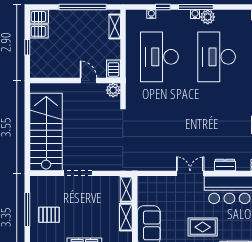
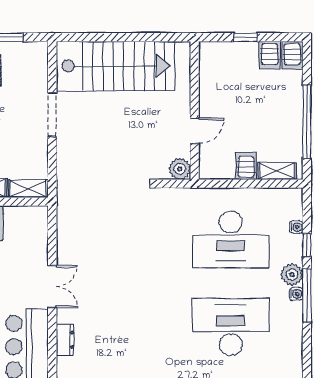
plant: (208, 17) -> (292, 275), moved
desk: (159, 57) -> (231, 240), turned 180
server rack: (114, 69) -> (246, 166), moved, turned -90

